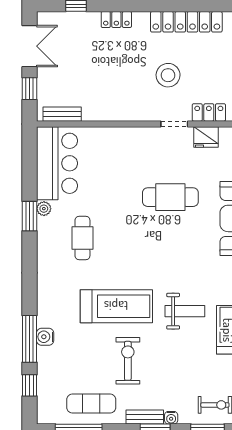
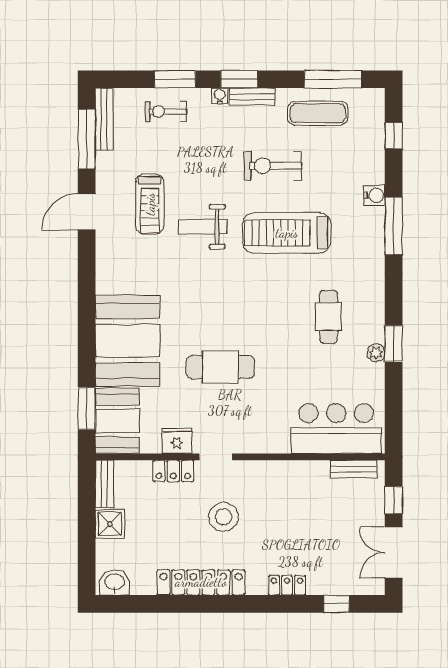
bar counter: (57, 163) -> (336, 429), moved, turned 90
window: (30, 339) -> (394, 226), moved
exercise bike: (128, 361) -> (273, 166), turned 90

